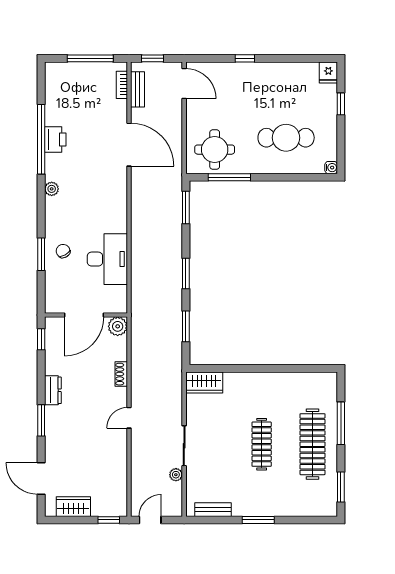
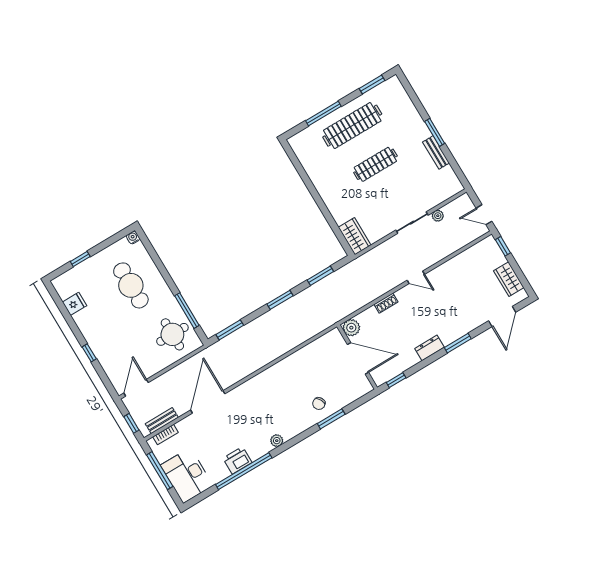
fridge: (328, 73) -> (75, 304), moved
desk: (107, 259) -> (187, 475), moved, turned -90
bench: (213, 510) -> (436, 152), moved

